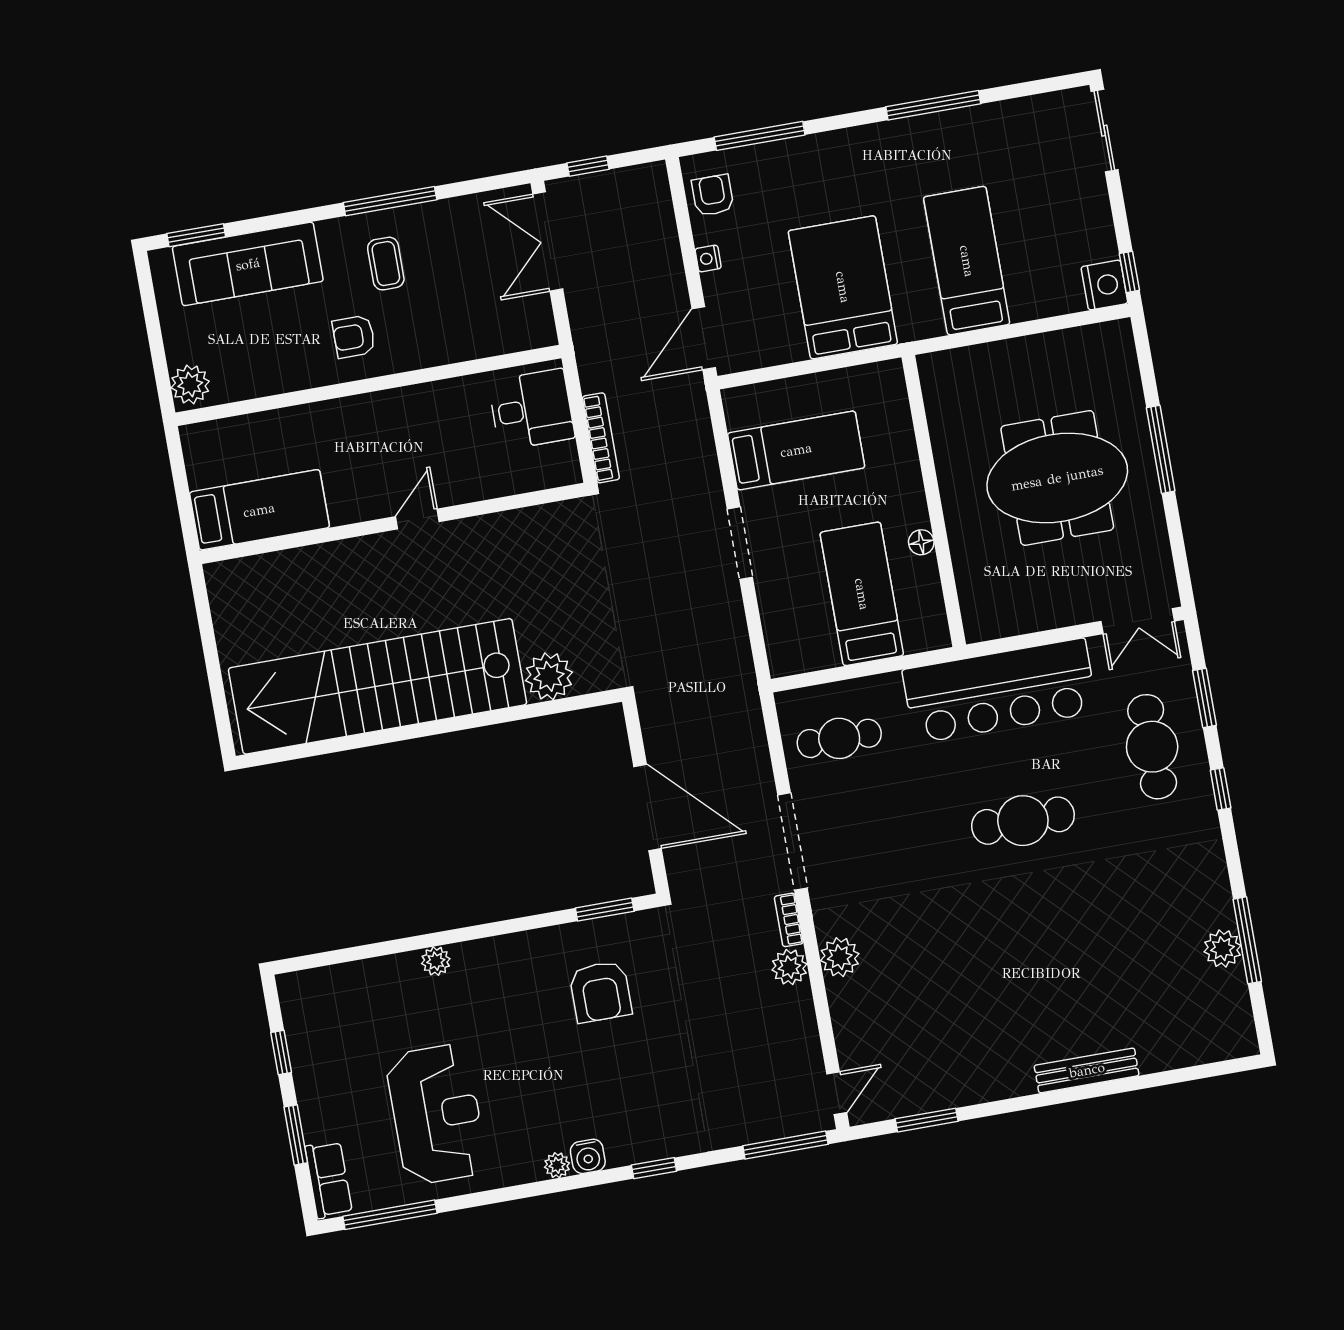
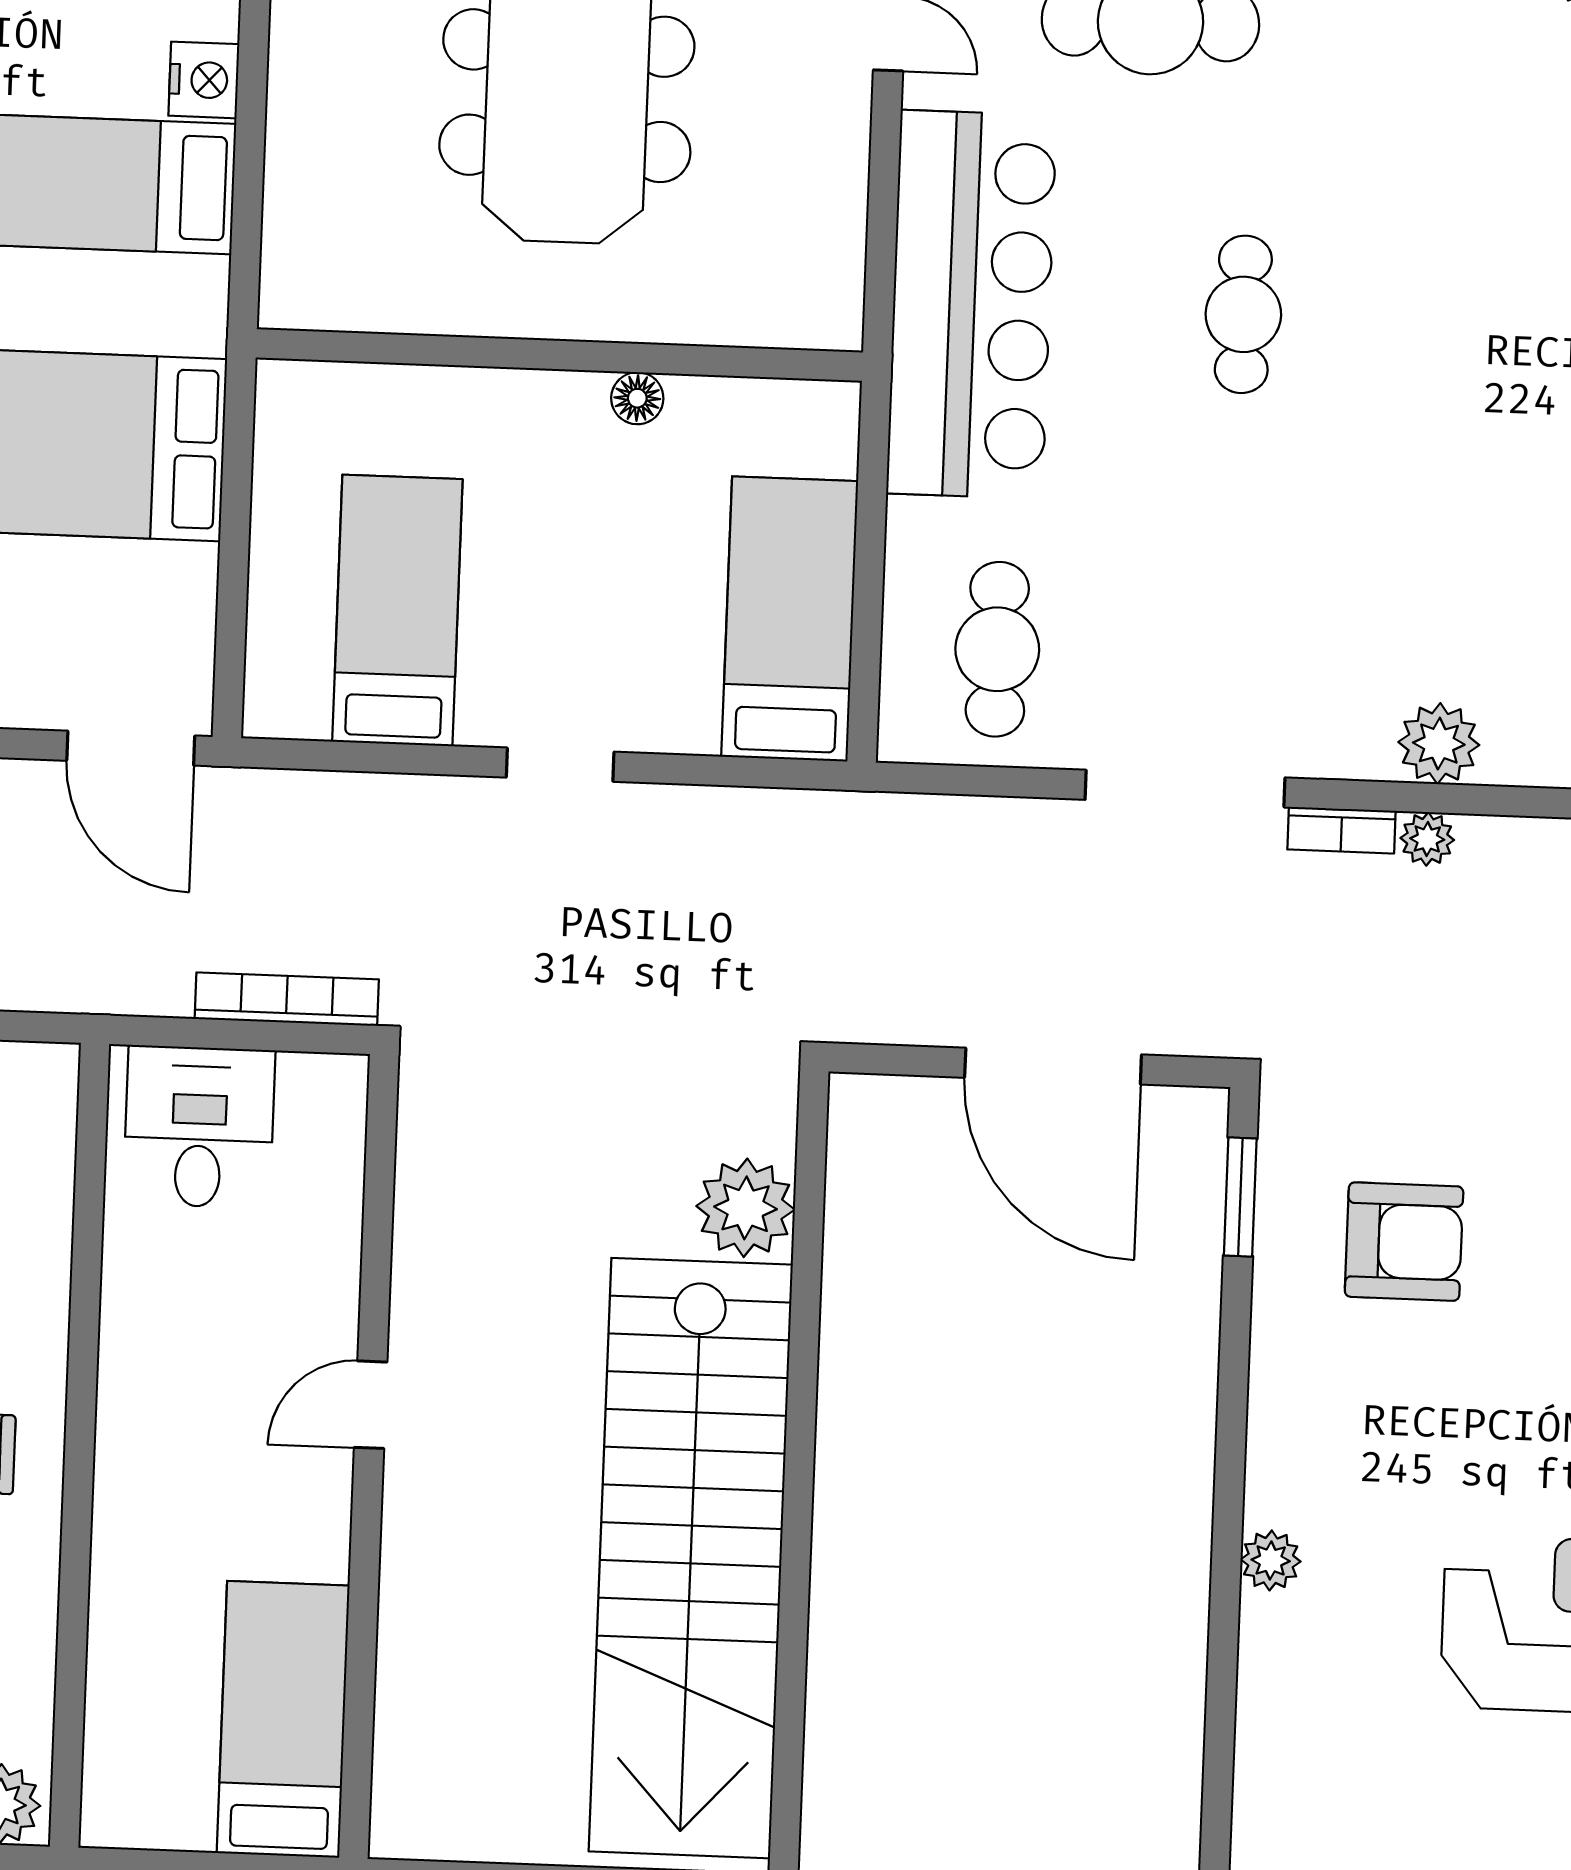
nightstand: (1028, 304) -> (204, 80), added
door: (417, 519) -> (371, 1405), hinge flipped
doorway: (740, 543) -> (560, 765), width x0.73
bed: (862, 594) -> (790, 619), moved, turned 90
door: (648, 807) -> (1053, 1066), swing flipped
cafe table: (1023, 821) -> (1243, 314), width x0.73, depth x0.74
plant: (789, 967) -> (1427, 839), width x0.73, depth x0.73

